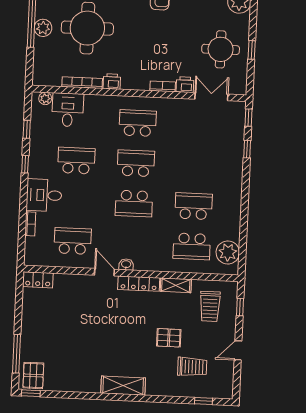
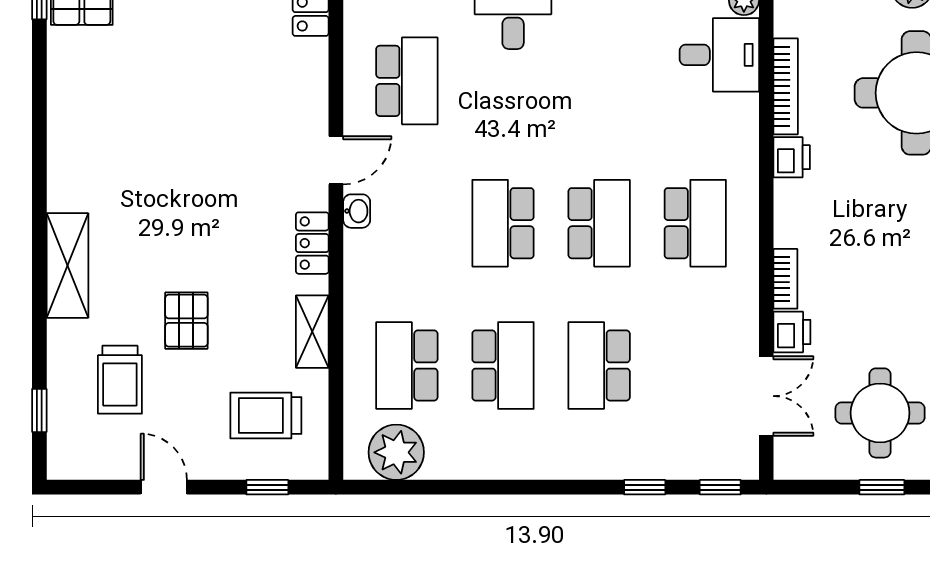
school desk: (76, 161) -> (599, 365), moved, turned 180
locker: (139, 284) -> (312, 243), width x0.66
shelving: (123, 386) -> (67, 265), moved

